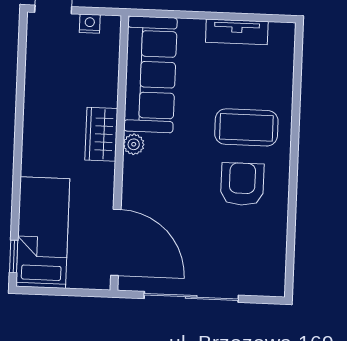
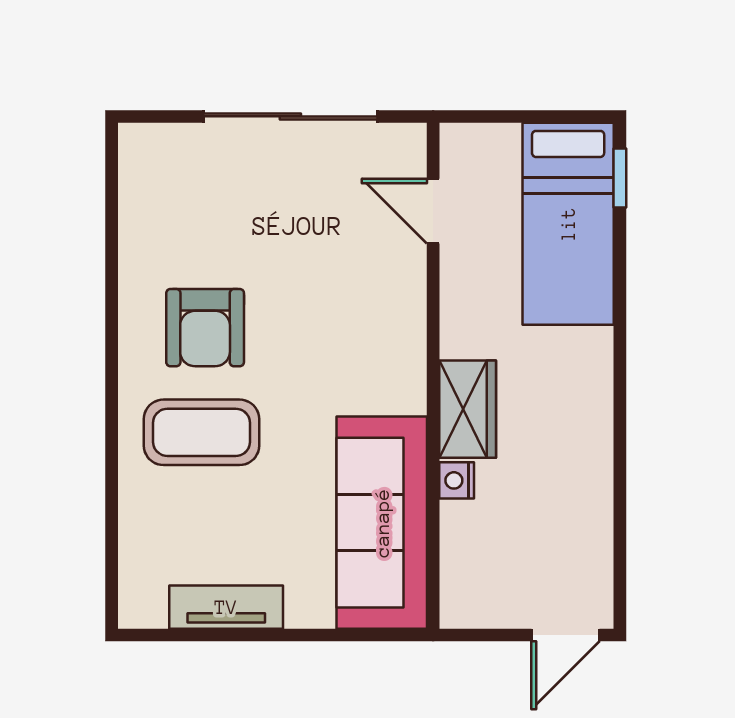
nightstand: (90, 24) -> (457, 480), moved, turned 90
plant: (134, 144) -> (407, 393), removed
door: (116, 242) -> (433, 211), width x0.53

